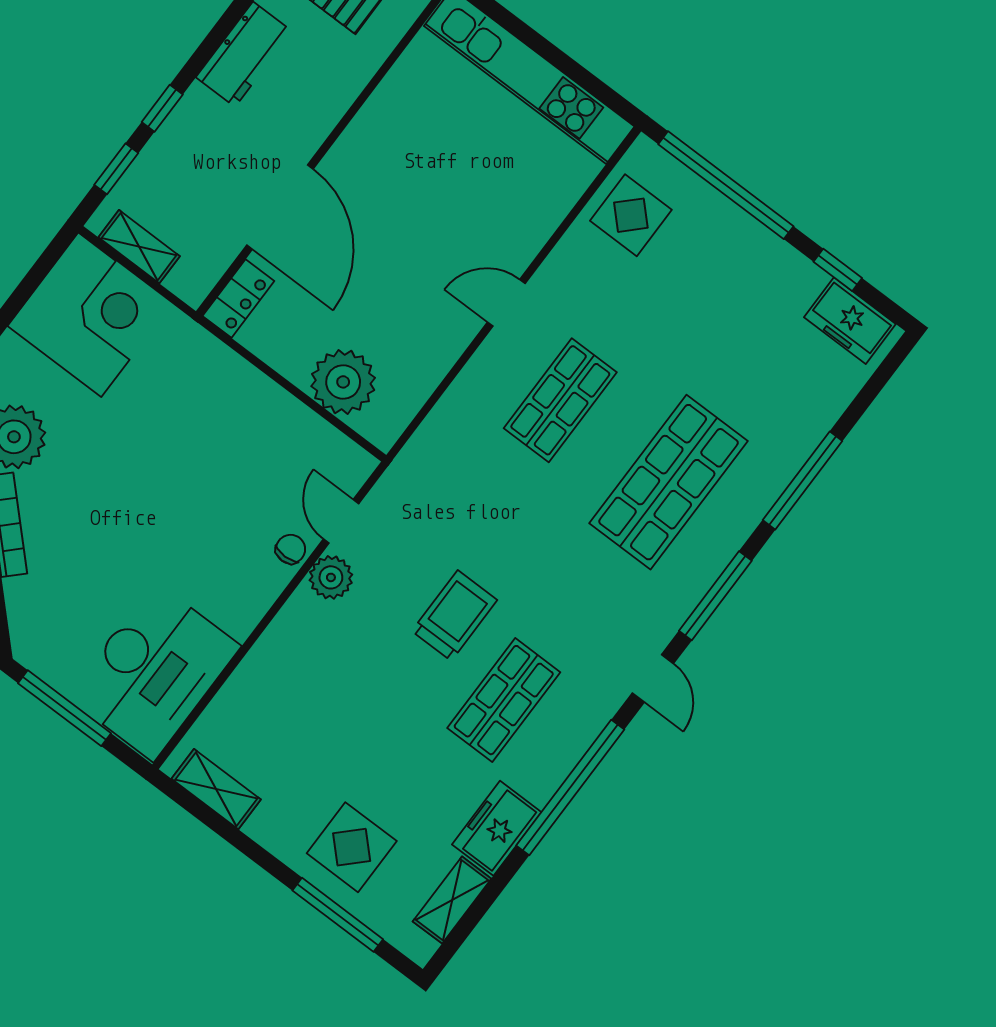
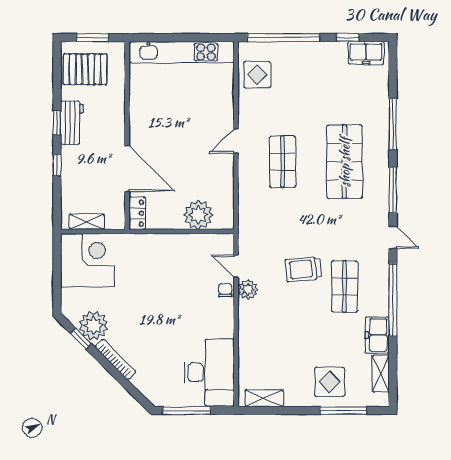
window: (116, 169) -> (57, 123), moved
trolley: (454, 616) -> (303, 269), turned -95

